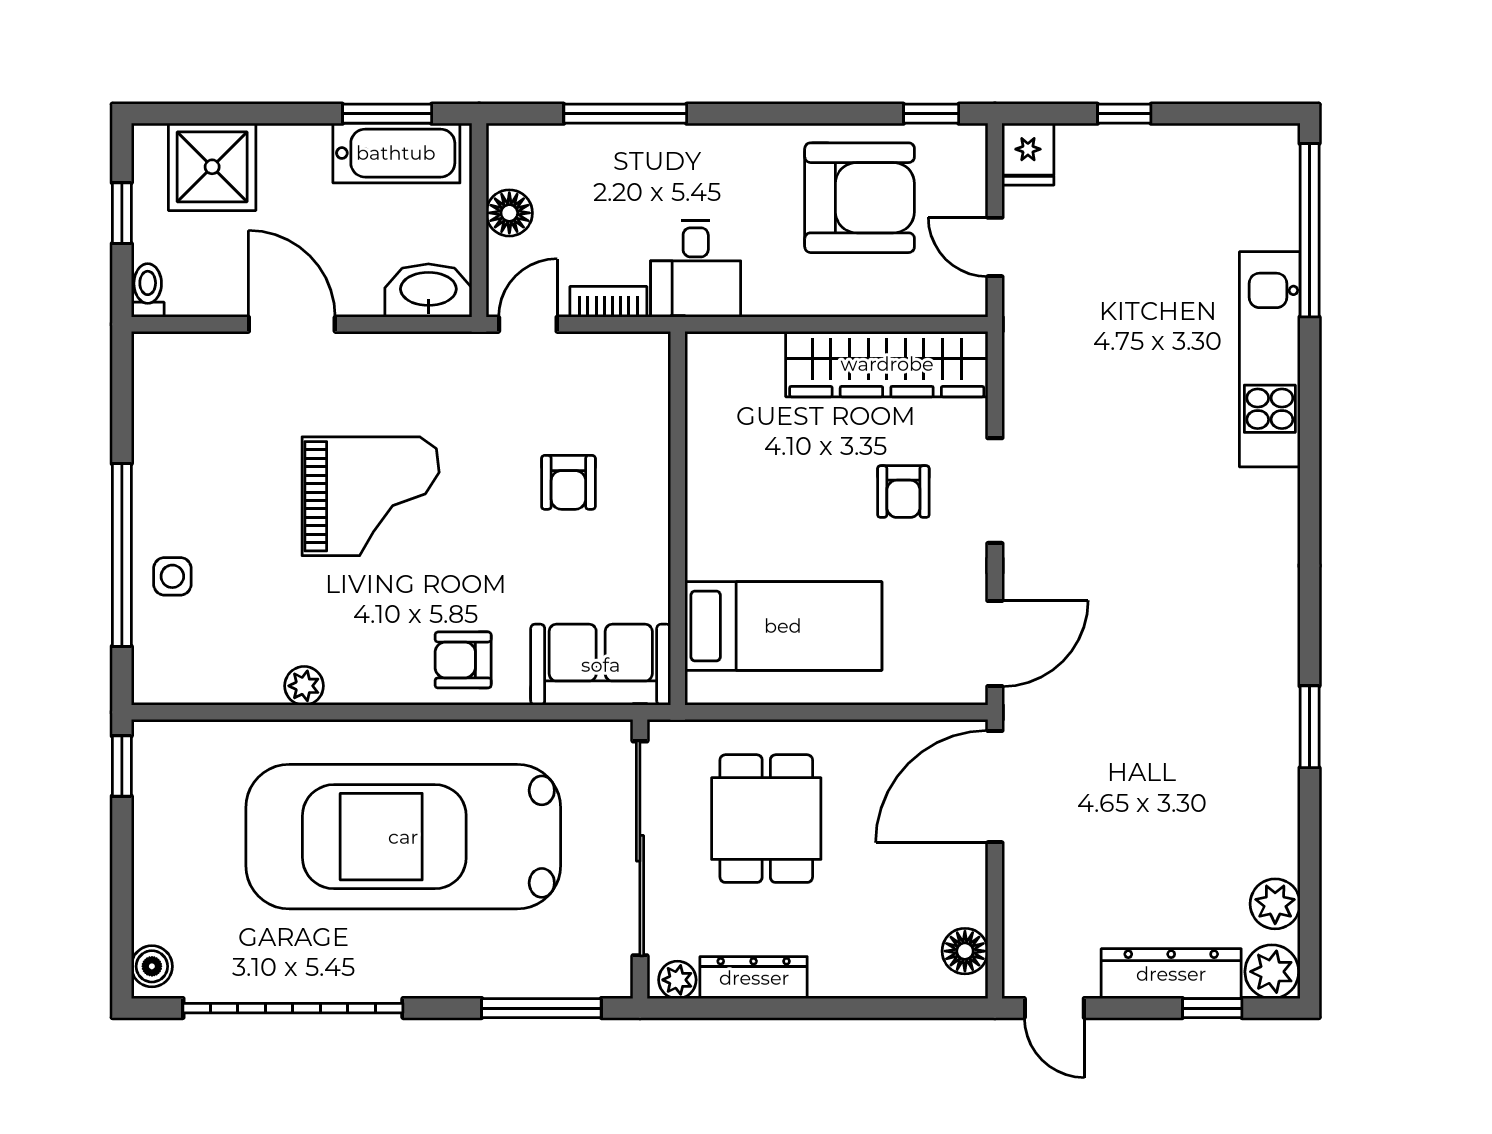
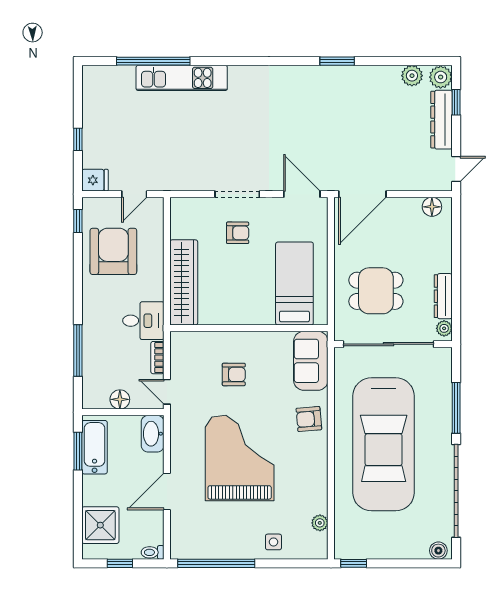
window: (1310, 230) -> (153, 61), moved
wardrobe: (887, 364) -> (184, 282), moved
grand piano: (371, 496) -> (240, 458), width x1.37, depth x1.48
window: (122, 555) -> (216, 563), moved
armchair: (463, 660) -> (309, 419), turned 85
plant: (304, 686) -> (320, 523), moved
door: (995, 787) -> (362, 194), hinge flipped
window: (541, 1008) -> (456, 408), moved

